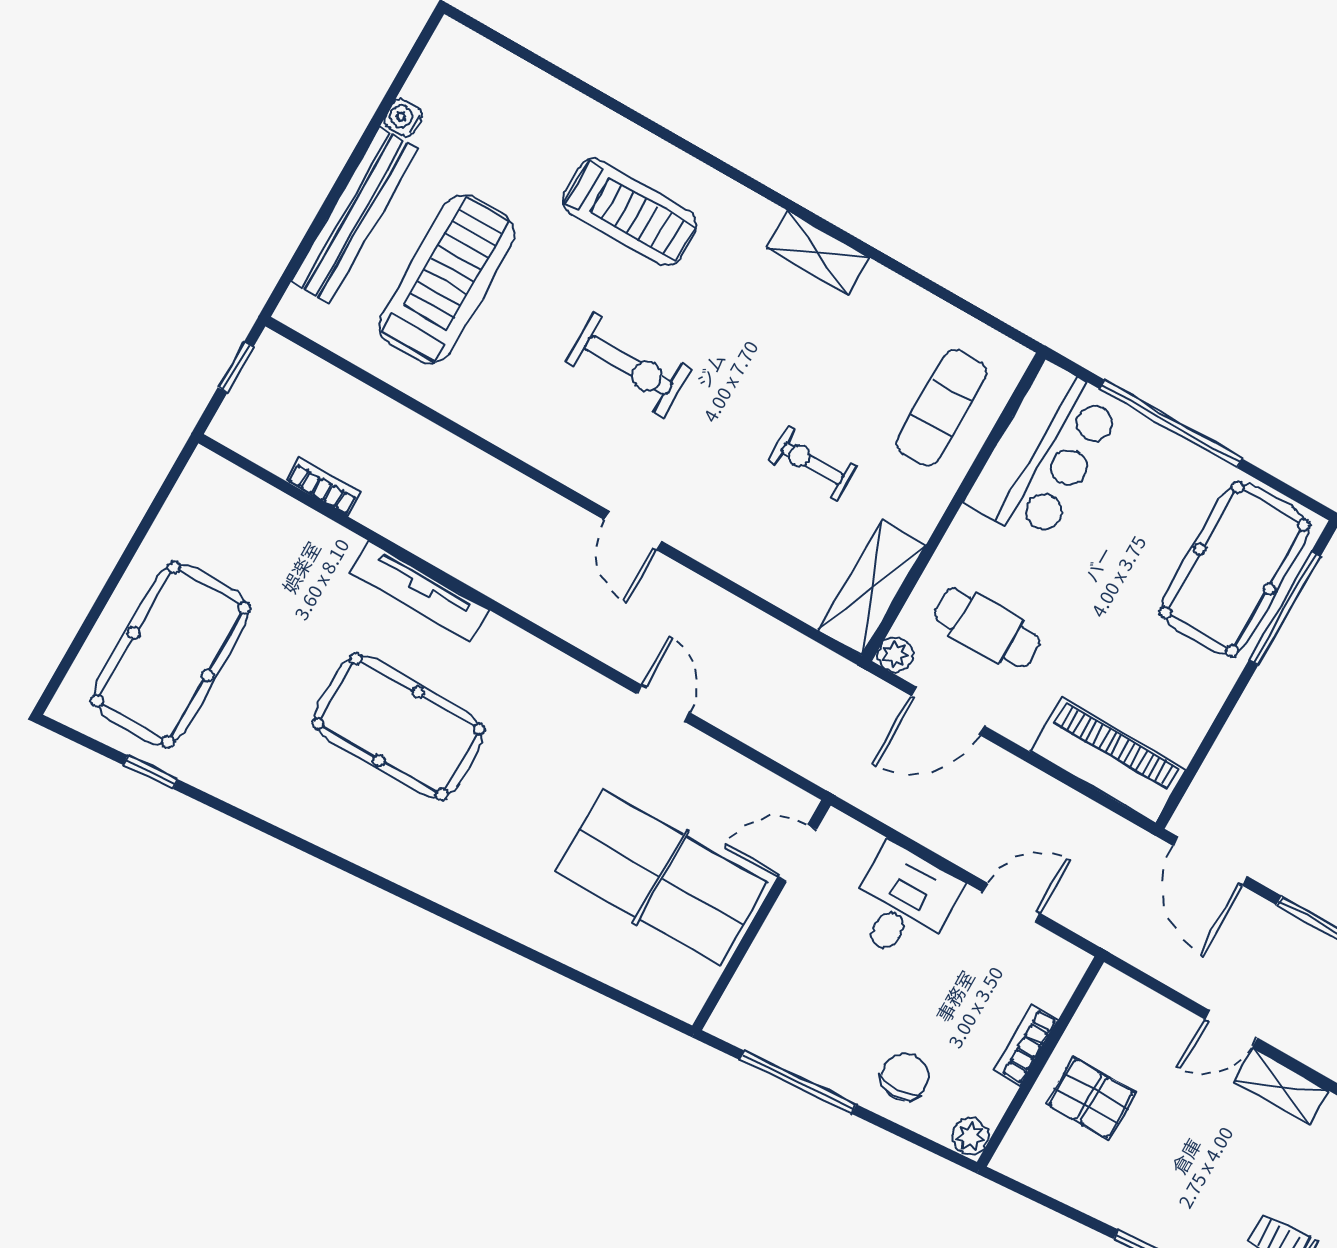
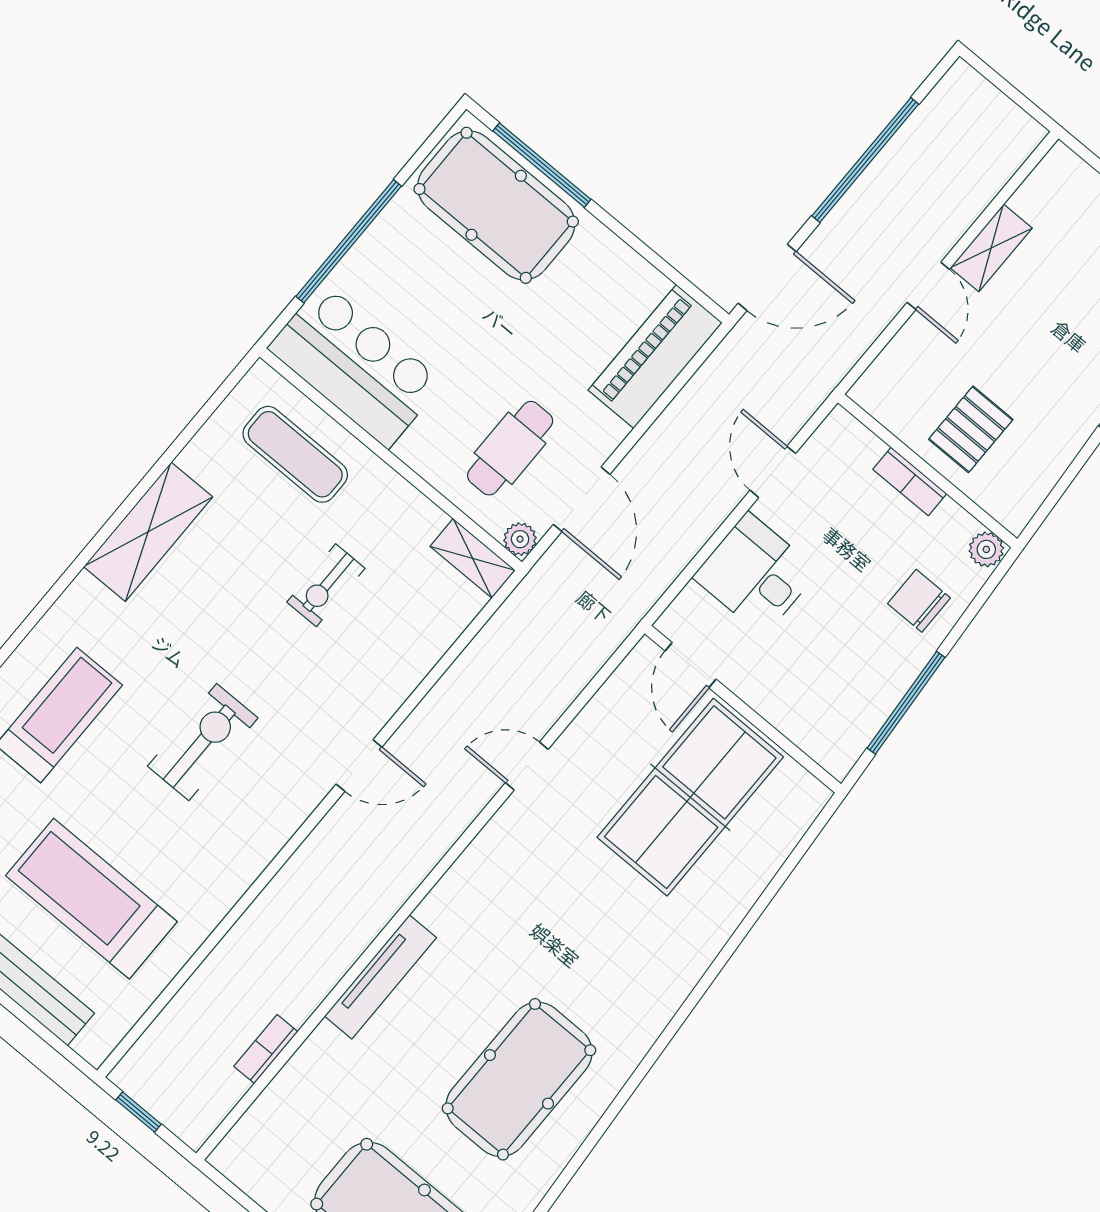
shelving: (818, 252) -> (148, 532), width x1.50, depth x1.33
shelving: (872, 588) -> (473, 558), width x0.67, depth x0.75
pool table: (399, 726) -> (519, 1079), moved

